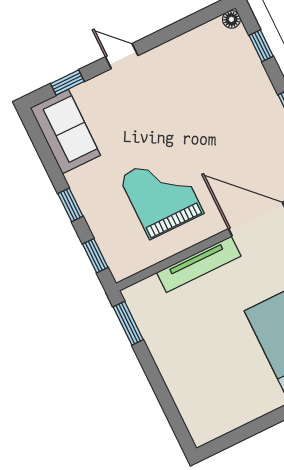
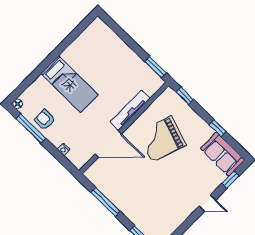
grand piano: (162, 195) -> (162, 139), turned 109
window: (70, 205) -> (217, 128), moved

